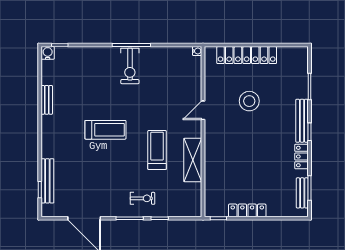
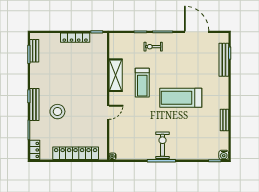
stool: (249, 101) -> (57, 112), moved
treadmill: (105, 130) -> (181, 98), width x1.37, depth x1.38
locker: (301, 157) -> (35, 150), moved

